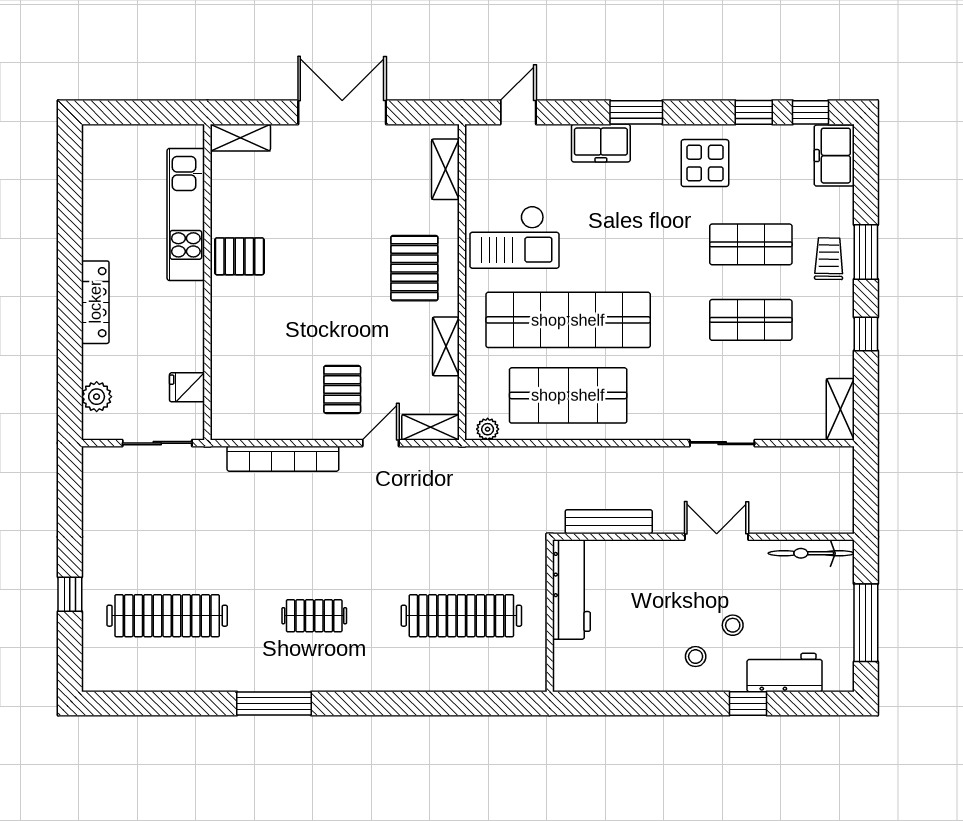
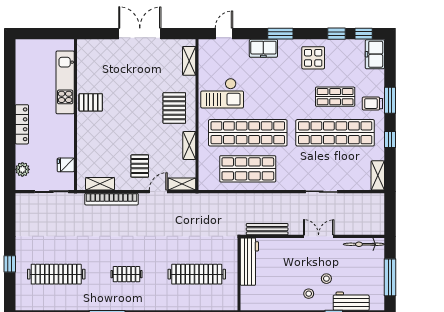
shelving: (240, 138) -> (100, 184), moved
trolley: (829, 259) -> (372, 104), turned -91
shop shelf: (751, 320) -> (335, 133), width x2.00, depth x1.36
plant: (488, 429) -> (209, 185), removed

